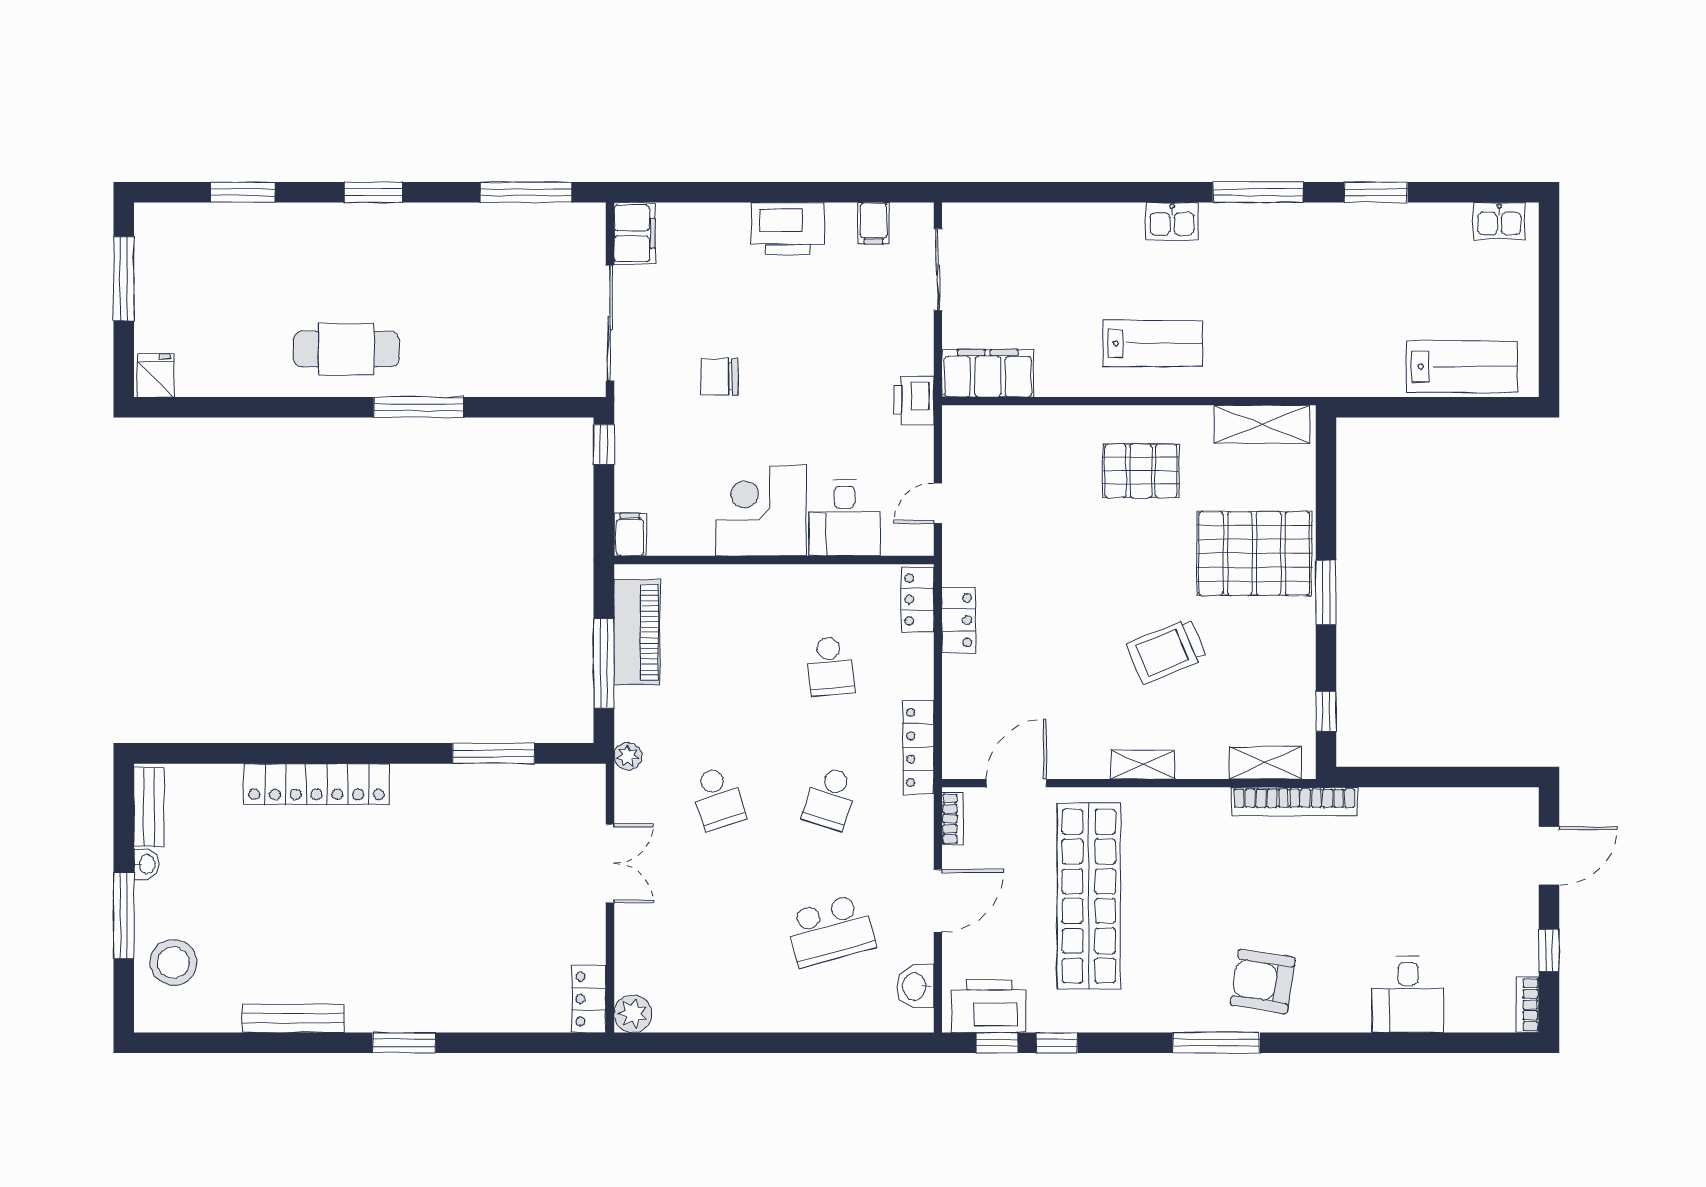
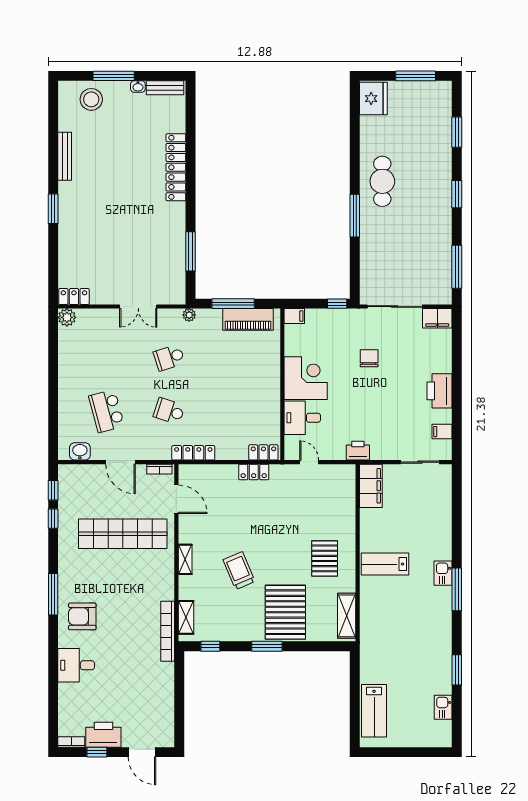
window: (1258, 192) -> (457, 589), moved
kitchen sink: (1499, 221) -> (443, 707), moved
lab bench: (1153, 343) -> (385, 564), turned 90
fridge: (156, 375) -> (373, 99), width x1.88, depth x1.34
school desk: (830, 666) -> (232, 411), removed
armchair: (1263, 981) -> (82, 616), turned -99
desk: (1408, 994) -> (76, 665), moved
printer: (989, 1006) -> (103, 735), moved, turned -90

